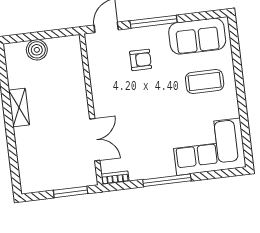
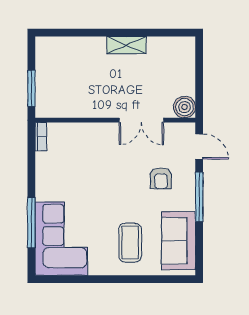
boiler: (37, 50) -> (185, 107), moved
double door: (95, 140) -> (141, 120), moved
window: (167, 180) -> (31, 223), moved

